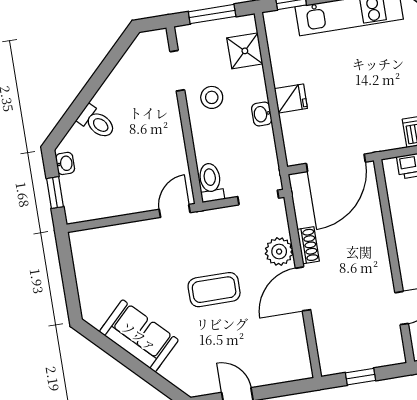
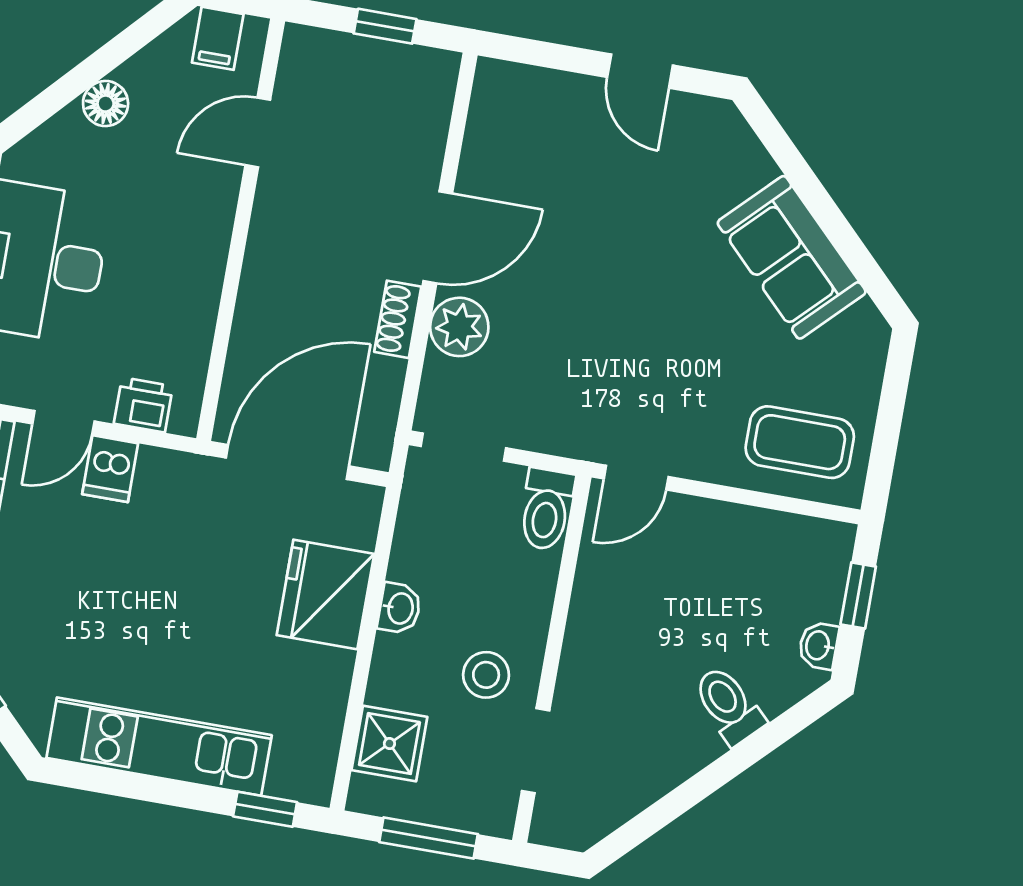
fridge: (291, 98) -> (325, 594), width x1.88, depth x1.34
coffee table: (214, 290) -> (800, 442), moved

